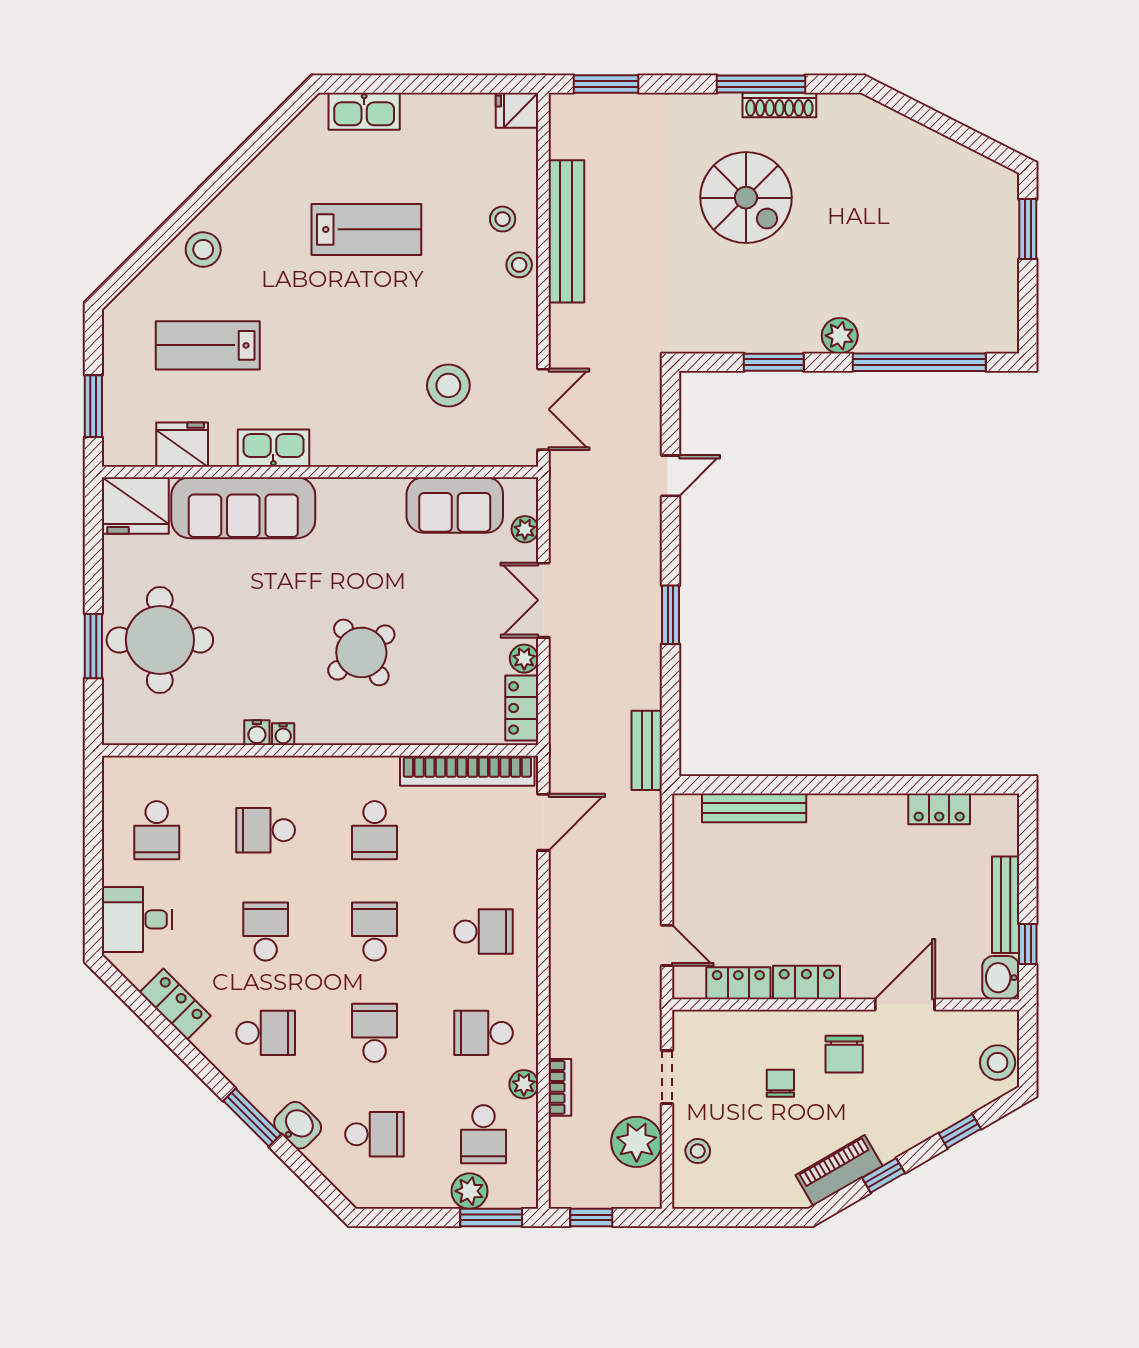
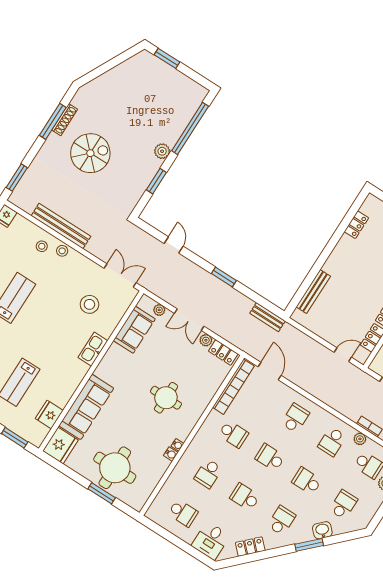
kitchen sink: (273, 448) -> (93, 349), moved
round table: (361, 652) -> (166, 398), turned 37

